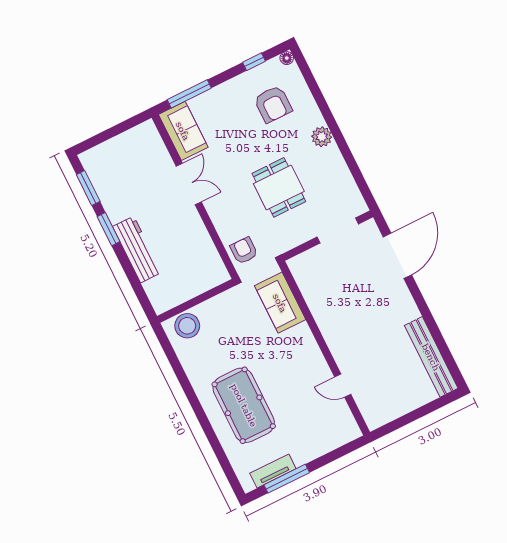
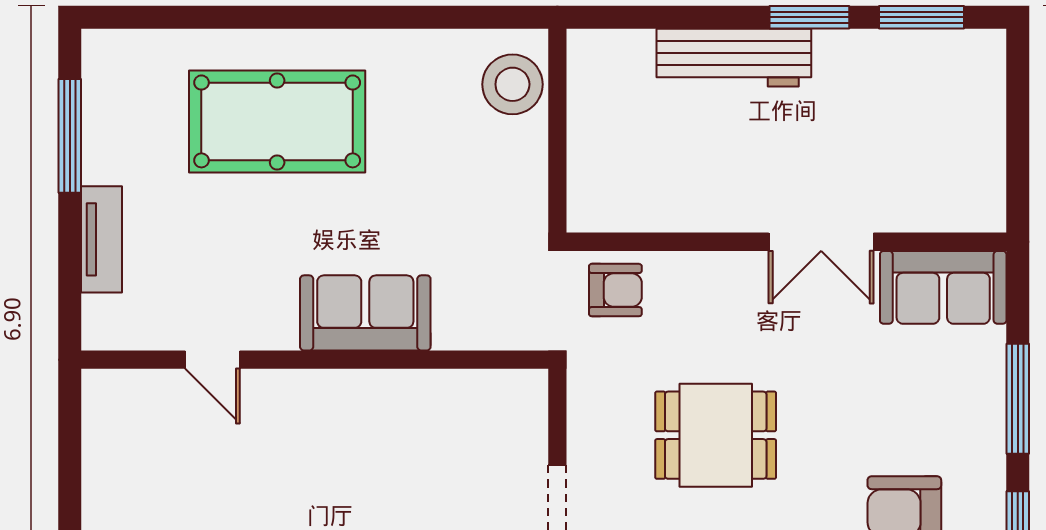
window: (189, 94) -> (1018, 399), moved
sofa: (280, 303) -> (365, 313), moved
door: (343, 386) -> (213, 360), swing flipped
tv unit: (273, 471) -> (101, 239), moved

